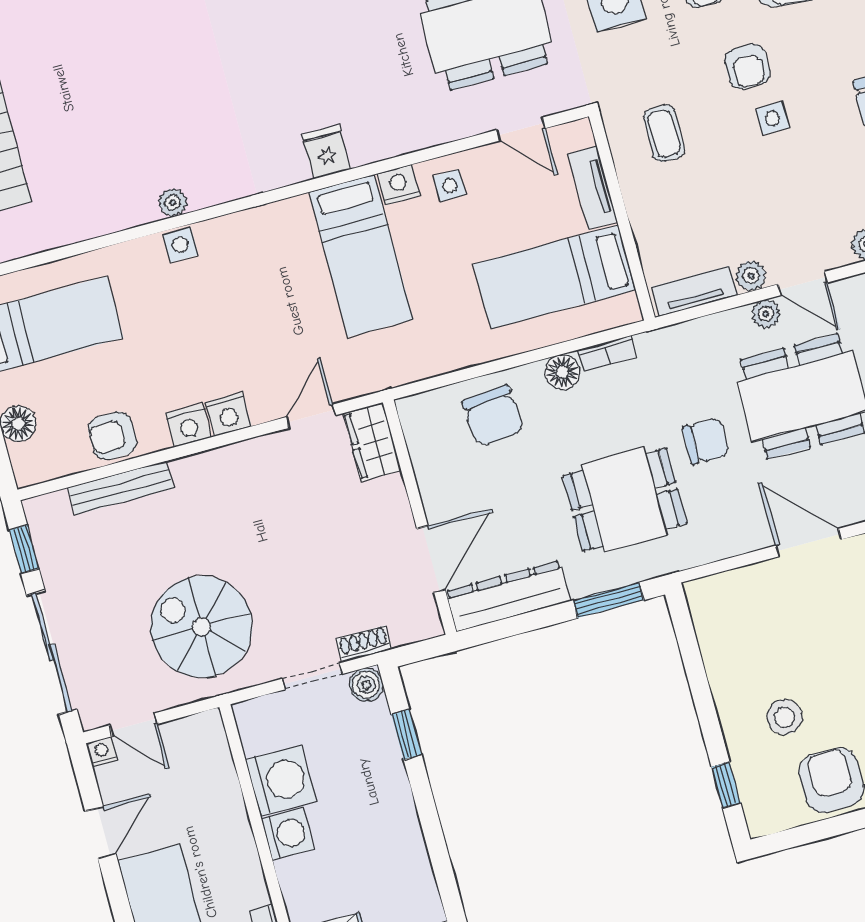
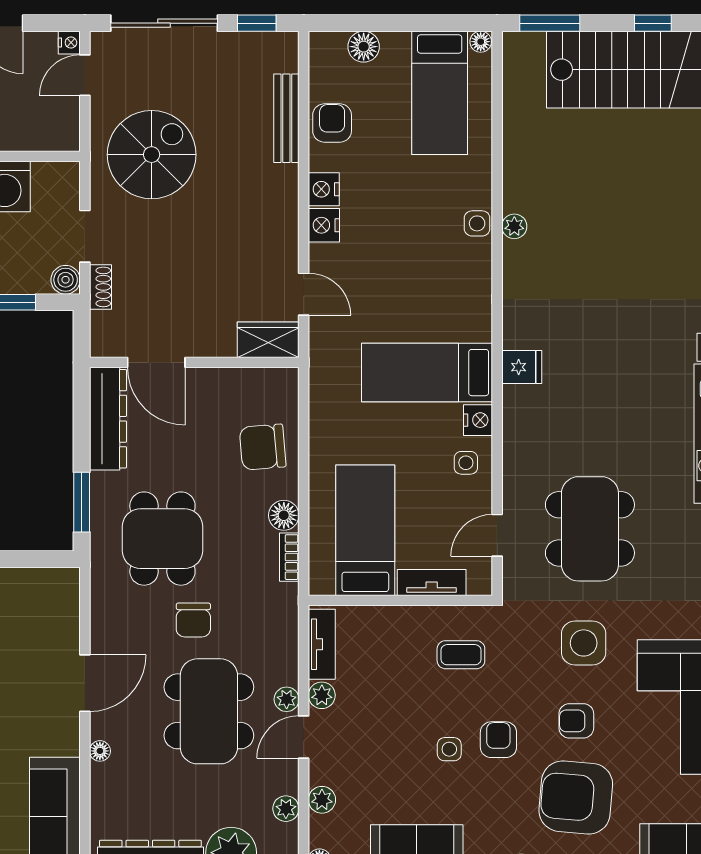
armchair: (747, 66) -> (498, 740), turned 90

